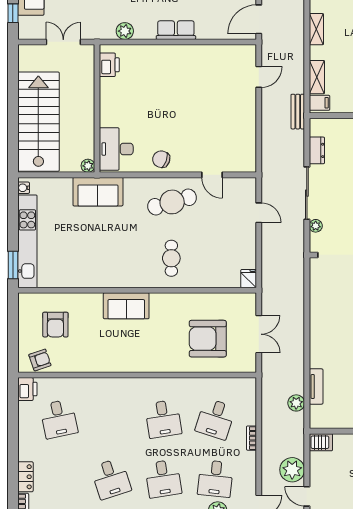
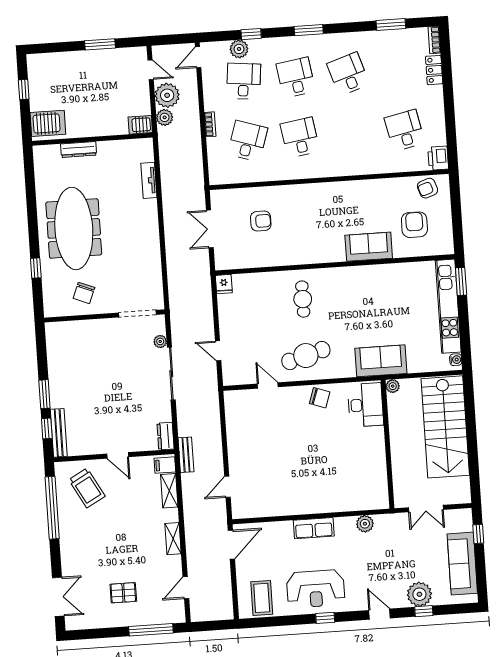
printer: (109, 65) -> (378, 489), removed
dresser: (317, 150) -> (166, 436), moved
sofa: (126, 306) -> (369, 247), moved
armchair: (208, 339) -> (261, 221), width x0.53, depth x0.53
plant: (296, 403) -> (165, 117), moved

